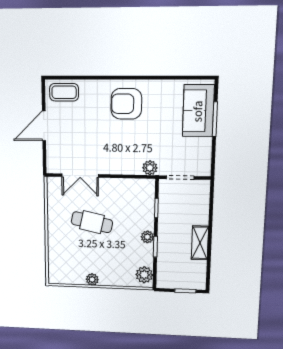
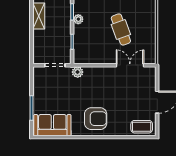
sofa: (198, 111) -> (52, 125), moved, turned -90
cafe table: (92, 222) -> (121, 30), turned 58

